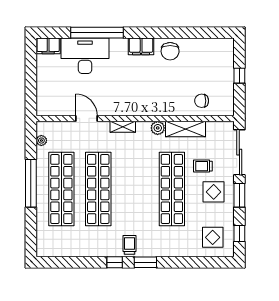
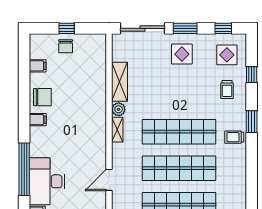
filing cabinet: (141, 46) -> (38, 120), width x0.50
filing cabinet: (202, 46) -> (38, 66), added
chair: (202, 101) -> (66, 46), moved
shelving: (123, 127) -> (117, 130), moved
trolley: (203, 166) -> (227, 90), moved
shop shelf: (172, 189) -> (179, 132), moved
window: (115, 262) -> (252, 75), moved

